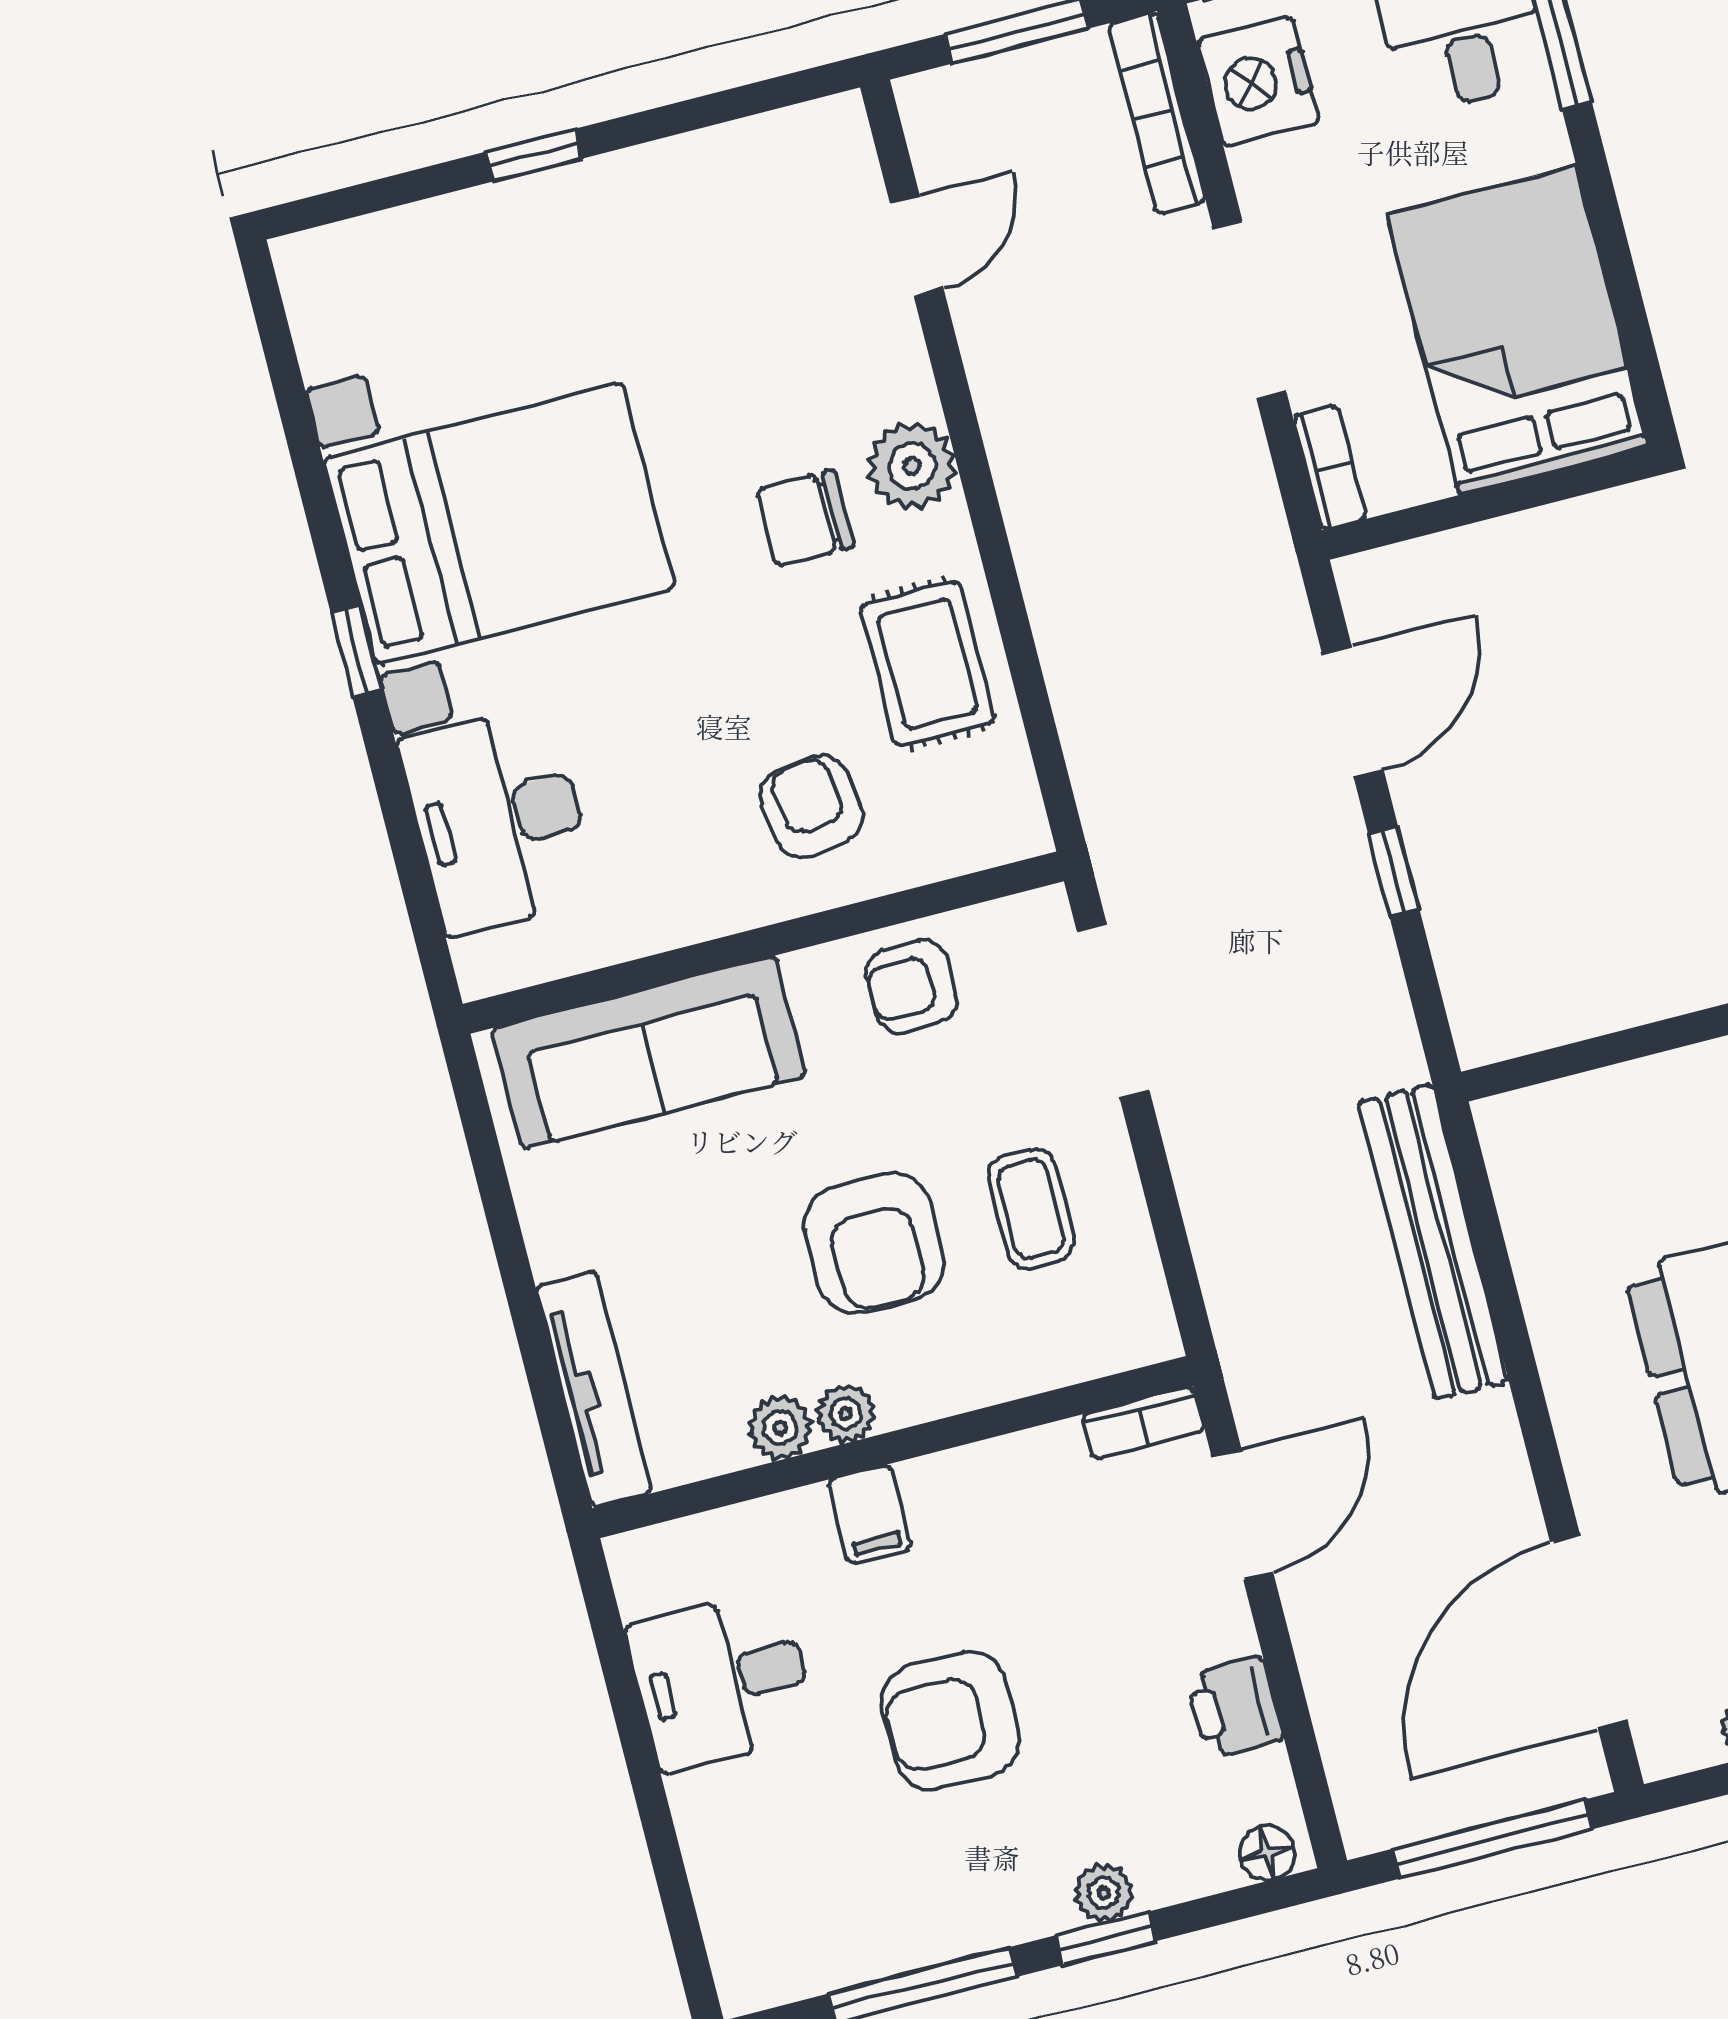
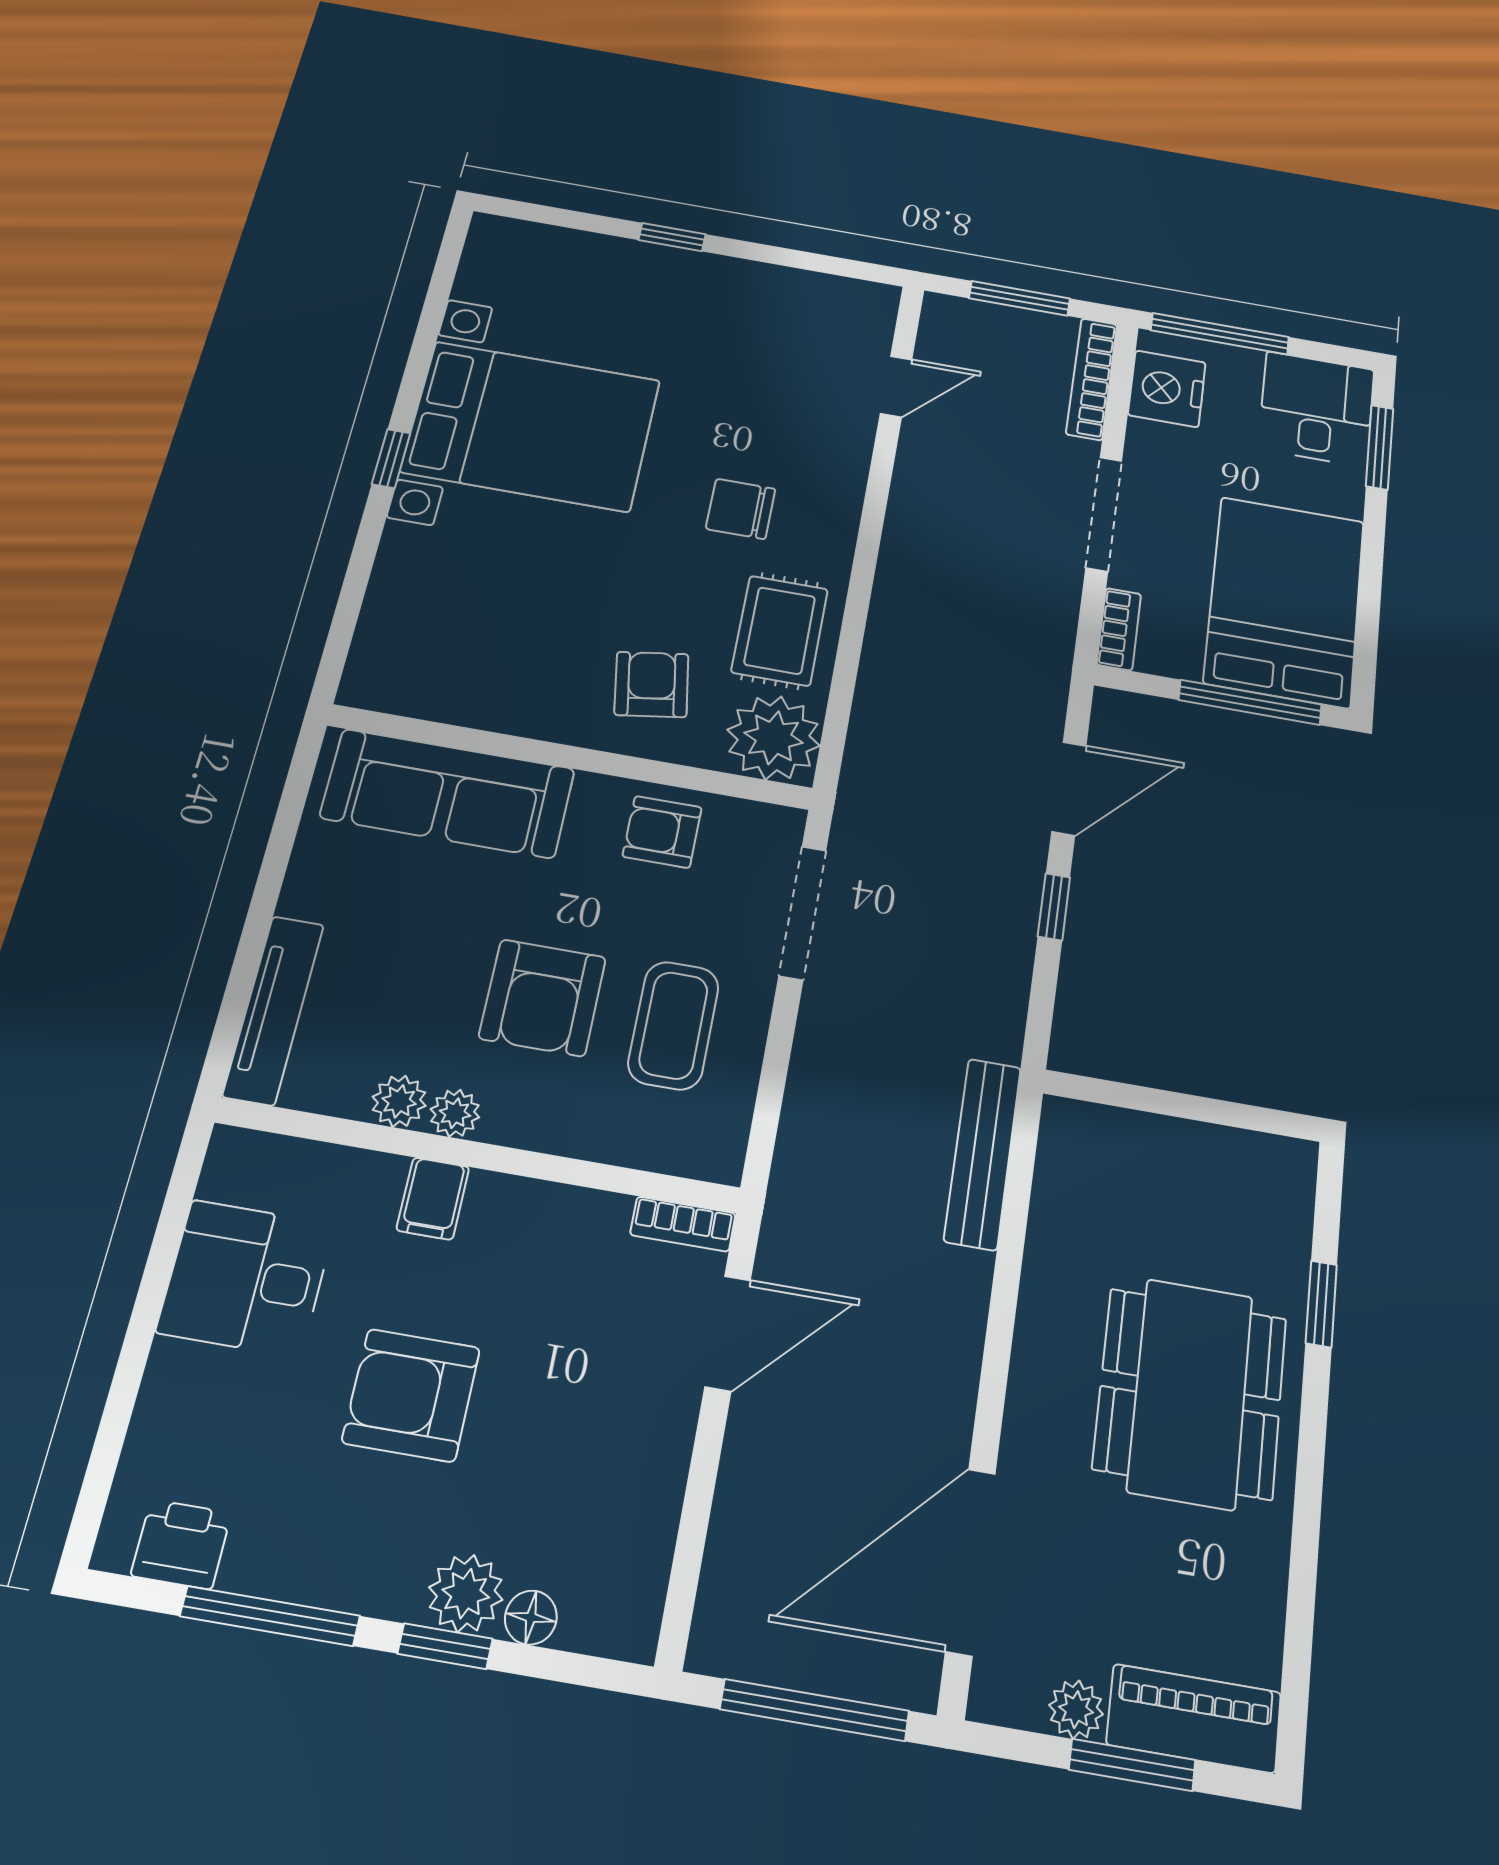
plant: (912, 466) -> (773, 738), moved, width x1.36, depth x1.36
window: (1525, 494) -> (1250, 702), added
desk: (499, 819) -> (428, 599), removed
coffee table: (1031, 1209) -> (673, 1025), width x1.36, depth x1.30
bench: (1433, 1242) -> (983, 1153), width x0.73, depth x0.82
printer: (1235, 1707) -> (181, 1544), moved, turned 90
floor lamp: (1267, 1853) -> (531, 1618), moved
plant: (1104, 1893) -> (466, 1593), width x1.38, depth x1.38

